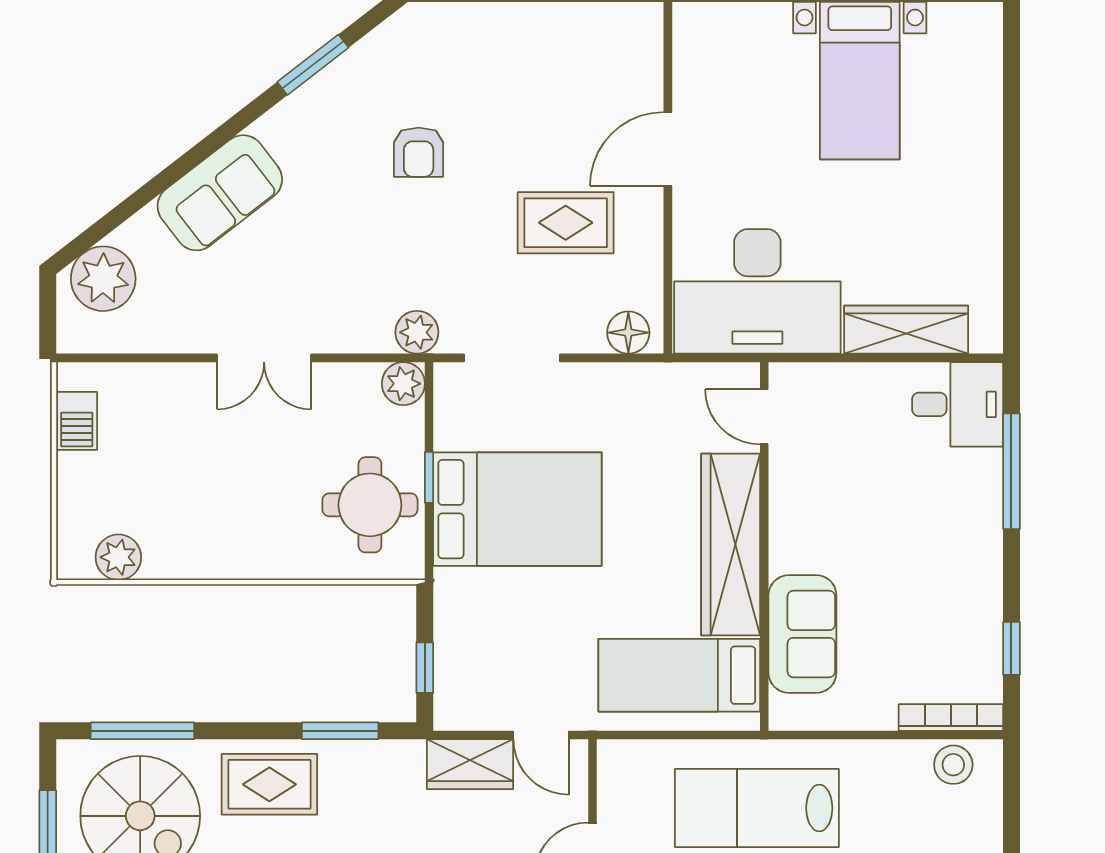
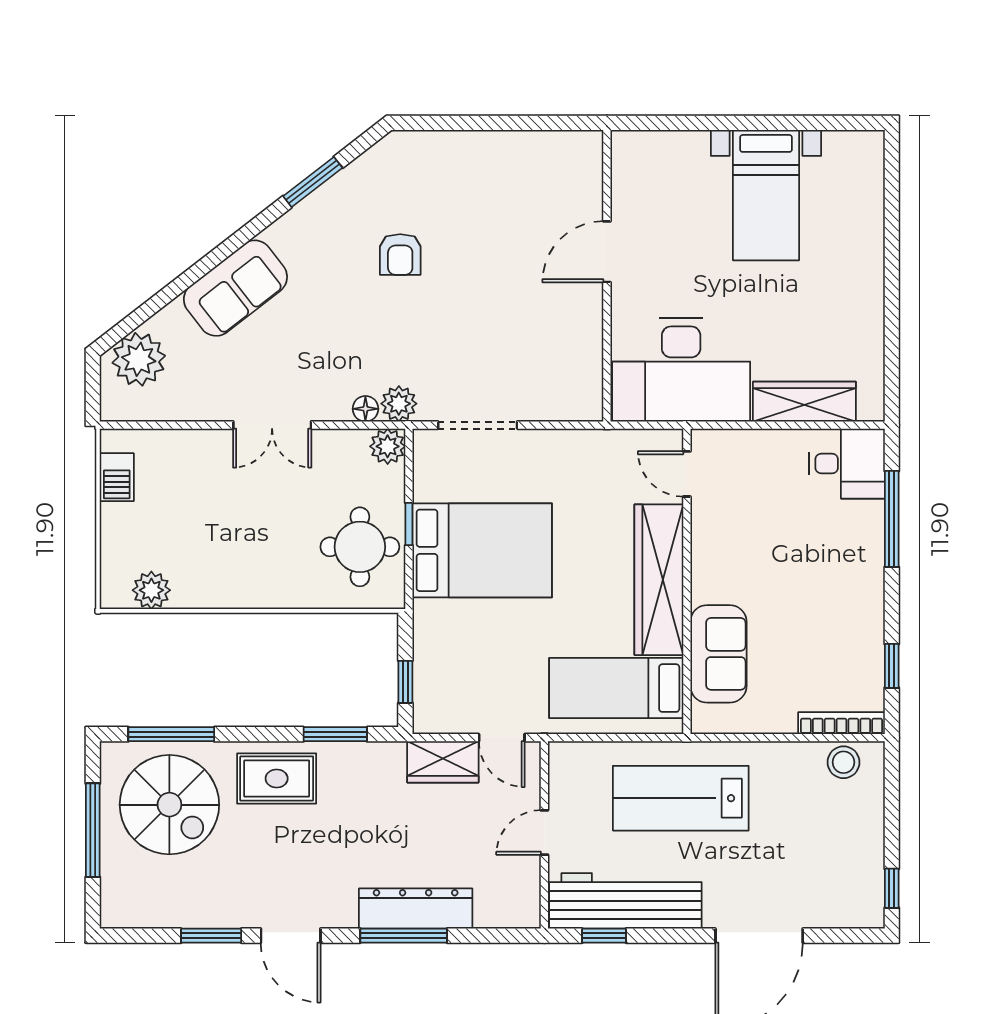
rug: (566, 223) -> (522, 313), removed
floor lamp: (628, 333) -> (365, 409), moved, width x0.73, depth x0.73

